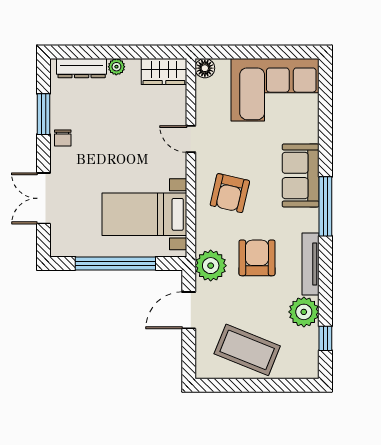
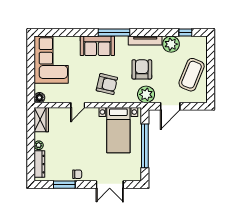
armchair: (257, 258) -> (142, 69), turned 90
door: (189, 310) -> (170, 106), hinge flipped

